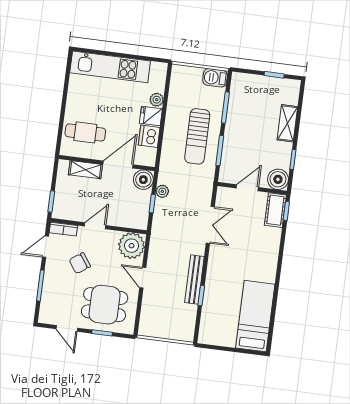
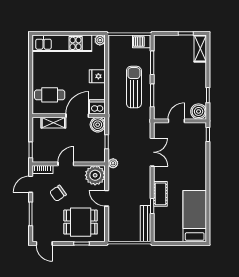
plant: (157, 100) -> (100, 40), moved
shelving: (287, 123) -> (200, 49), moved
dishwasher: (149, 136) -> (97, 107), moved, turned 90
sun lounger: (197, 136) -> (134, 87), turned 180
plant: (162, 191) -> (113, 163), moved
cot: (275, 210) -> (160, 194), moved
bench: (194, 280) -> (146, 224), moved
door: (67, 328) -> (44, 243), moved

